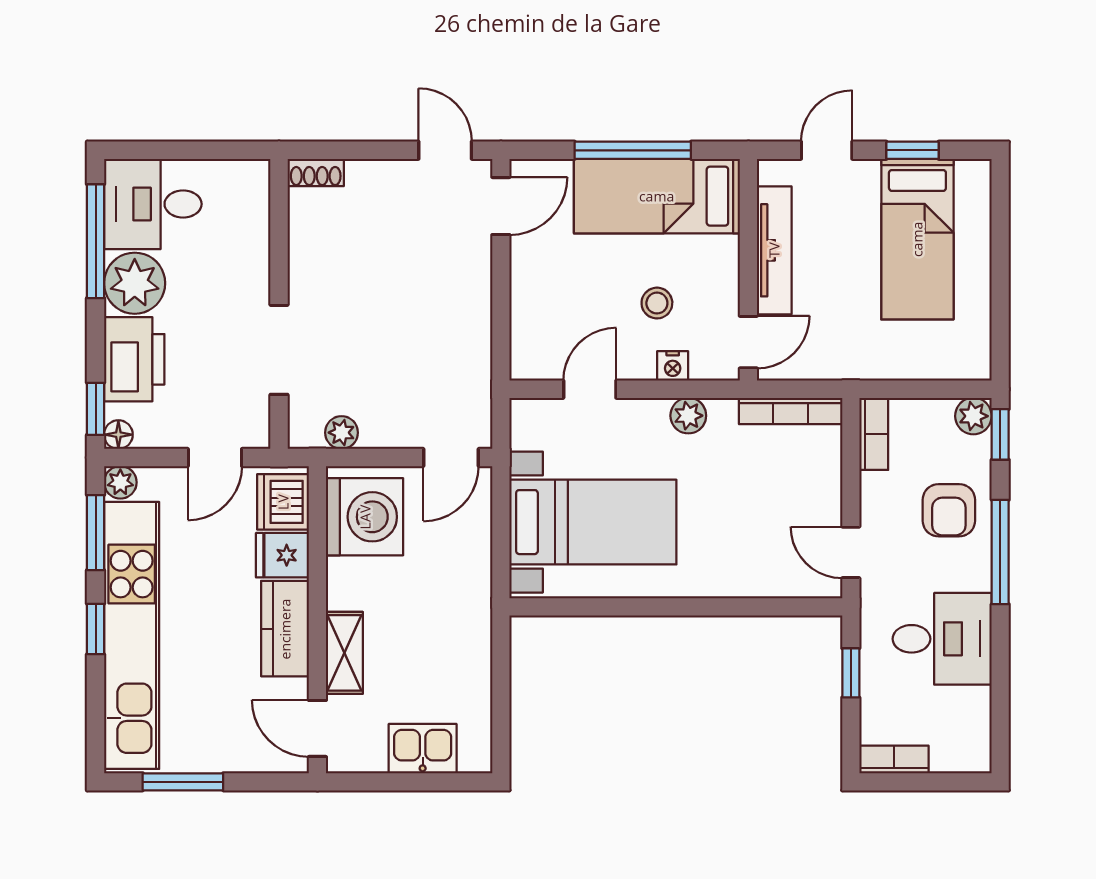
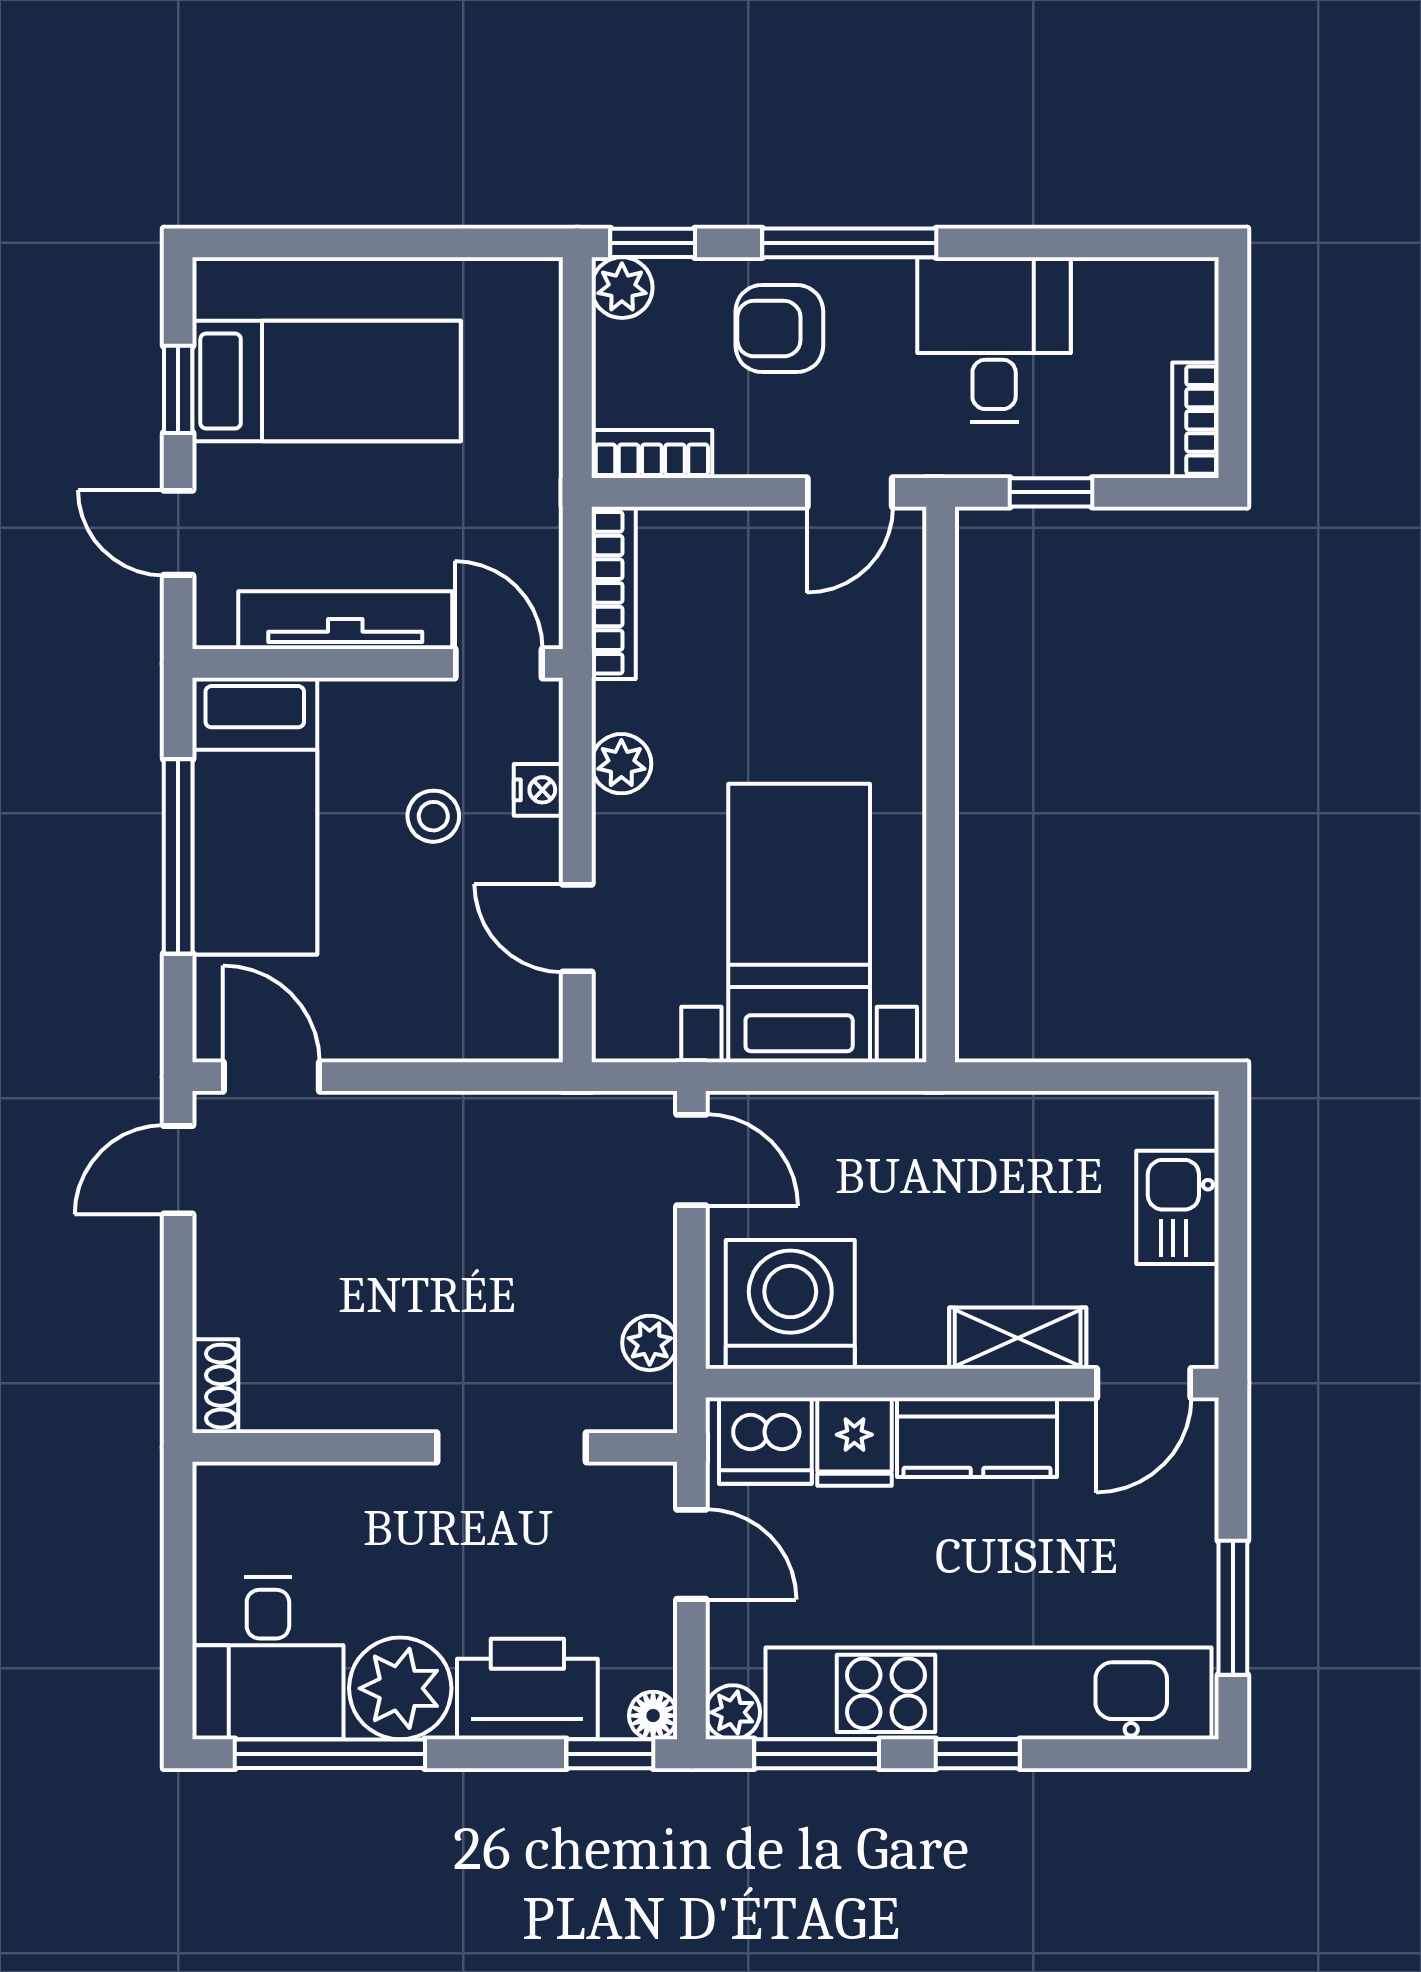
armchair: (949, 510) -> (779, 329), turned 180

